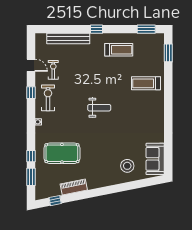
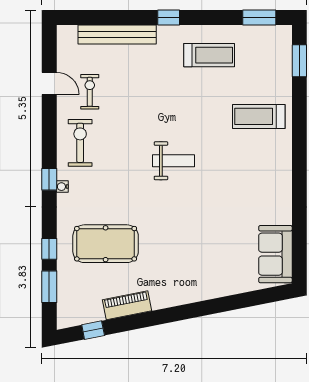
window: (31, 93) -> (49, 179), moved
stool: (127, 166) -> (225, 267), removed

